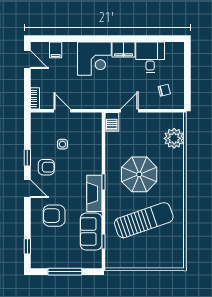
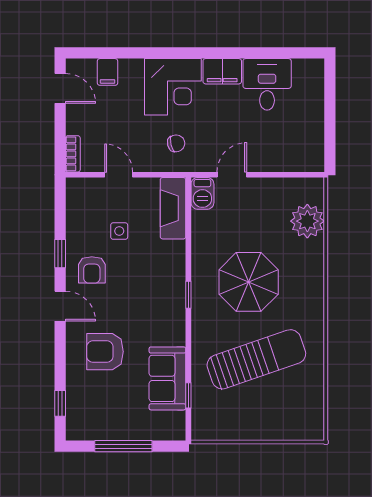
chair: (164, 90) -> (176, 143), moved
armchair: (46, 167) -> (92, 270), turned 90
fireplace: (94, 193) -> (173, 208), moved

